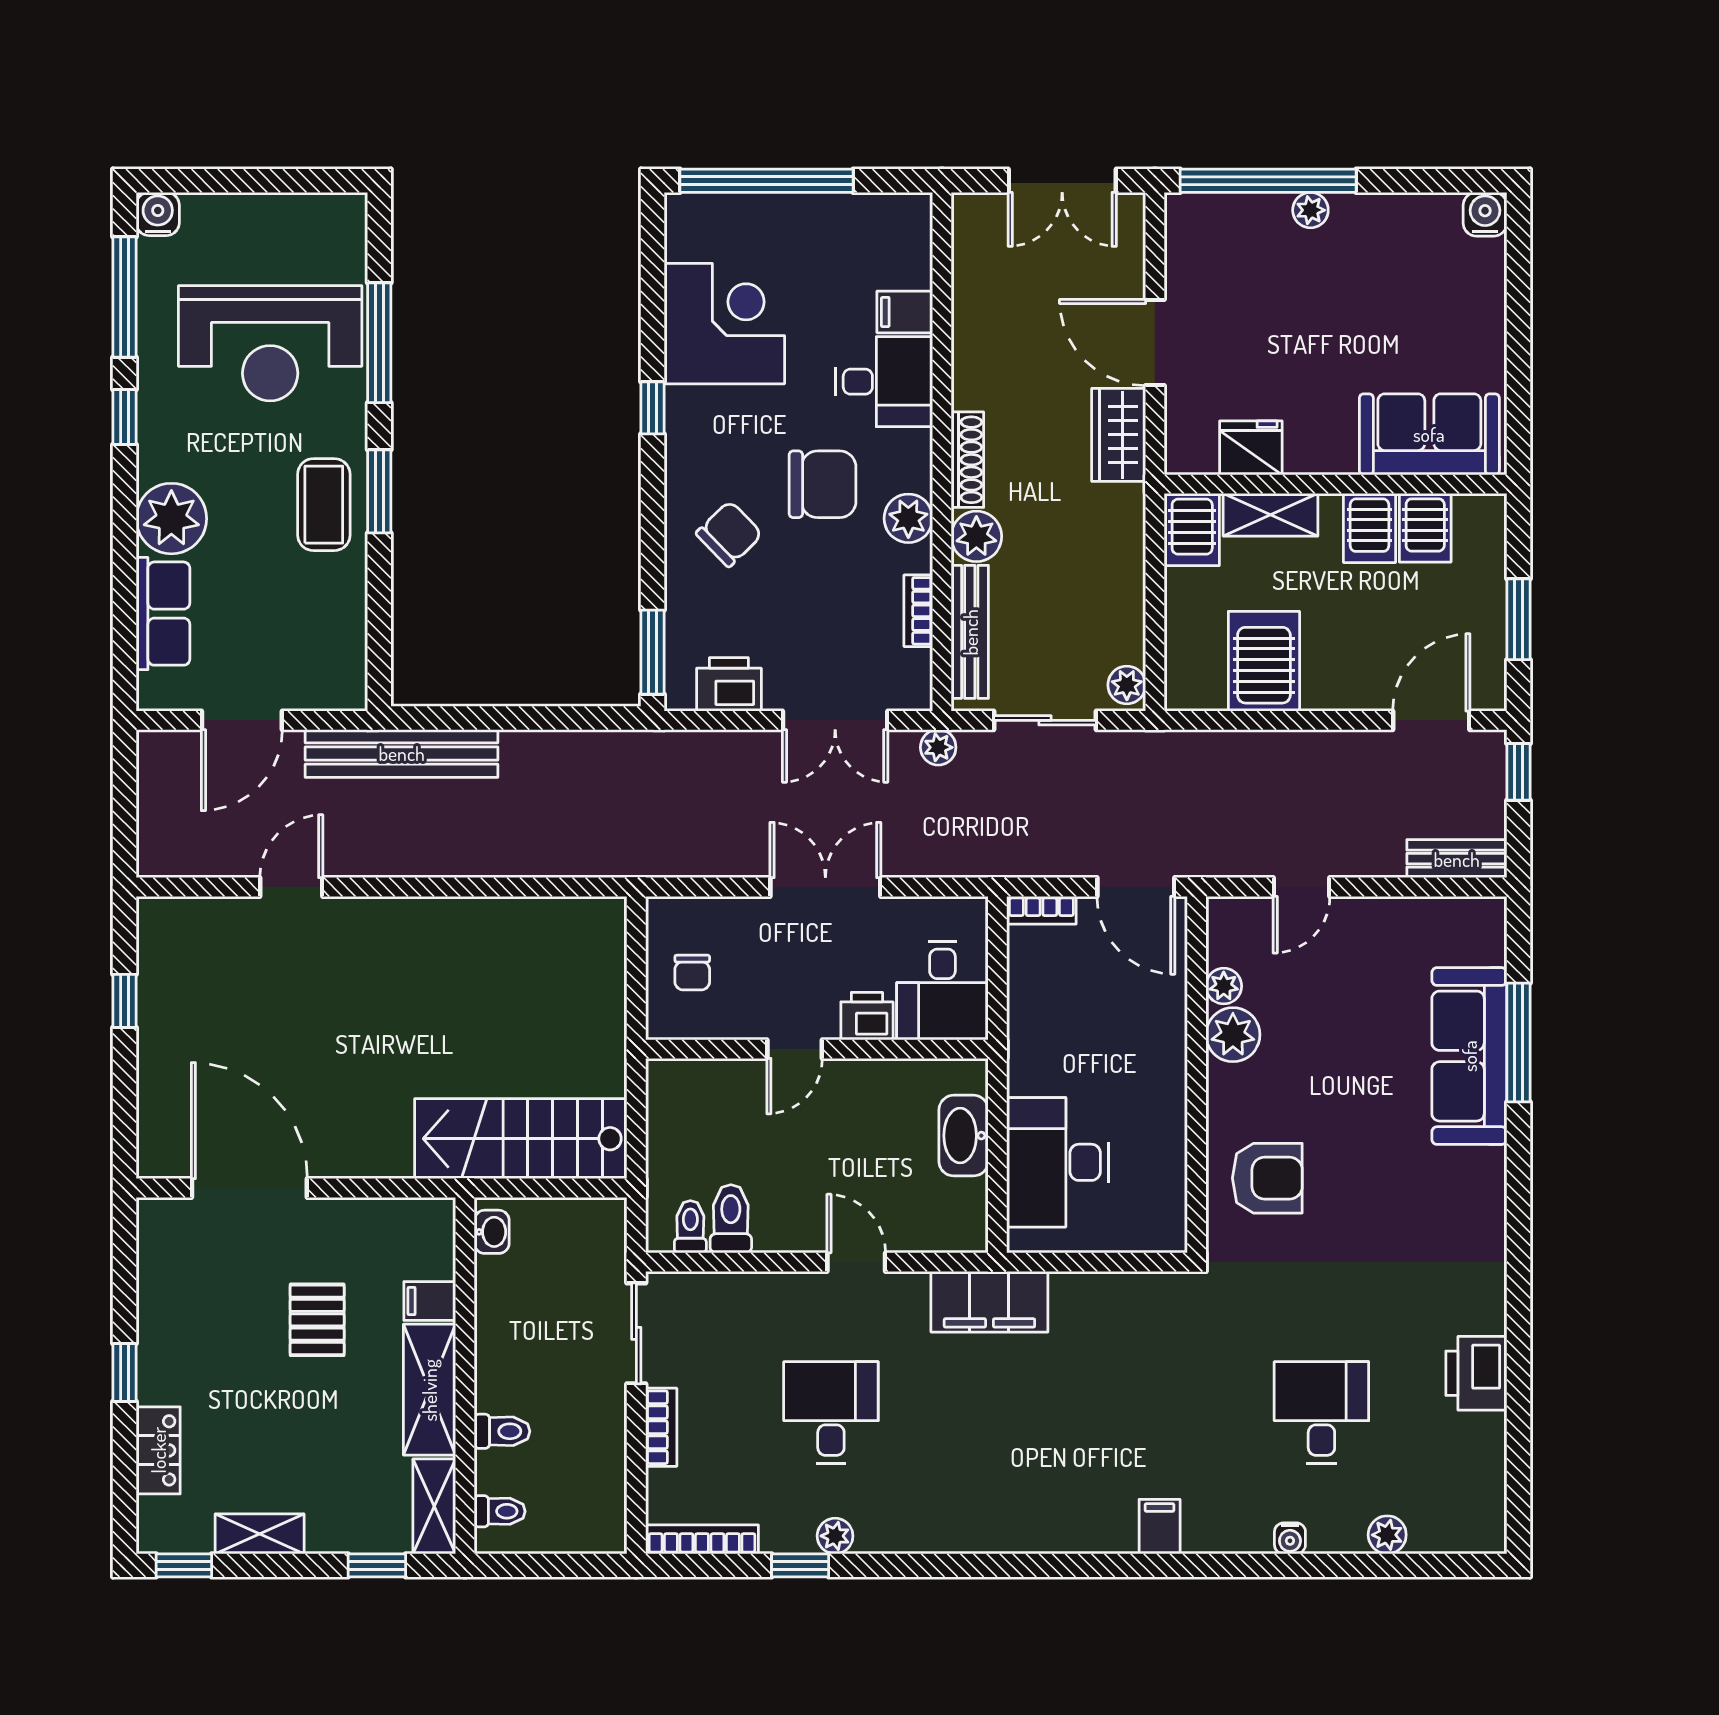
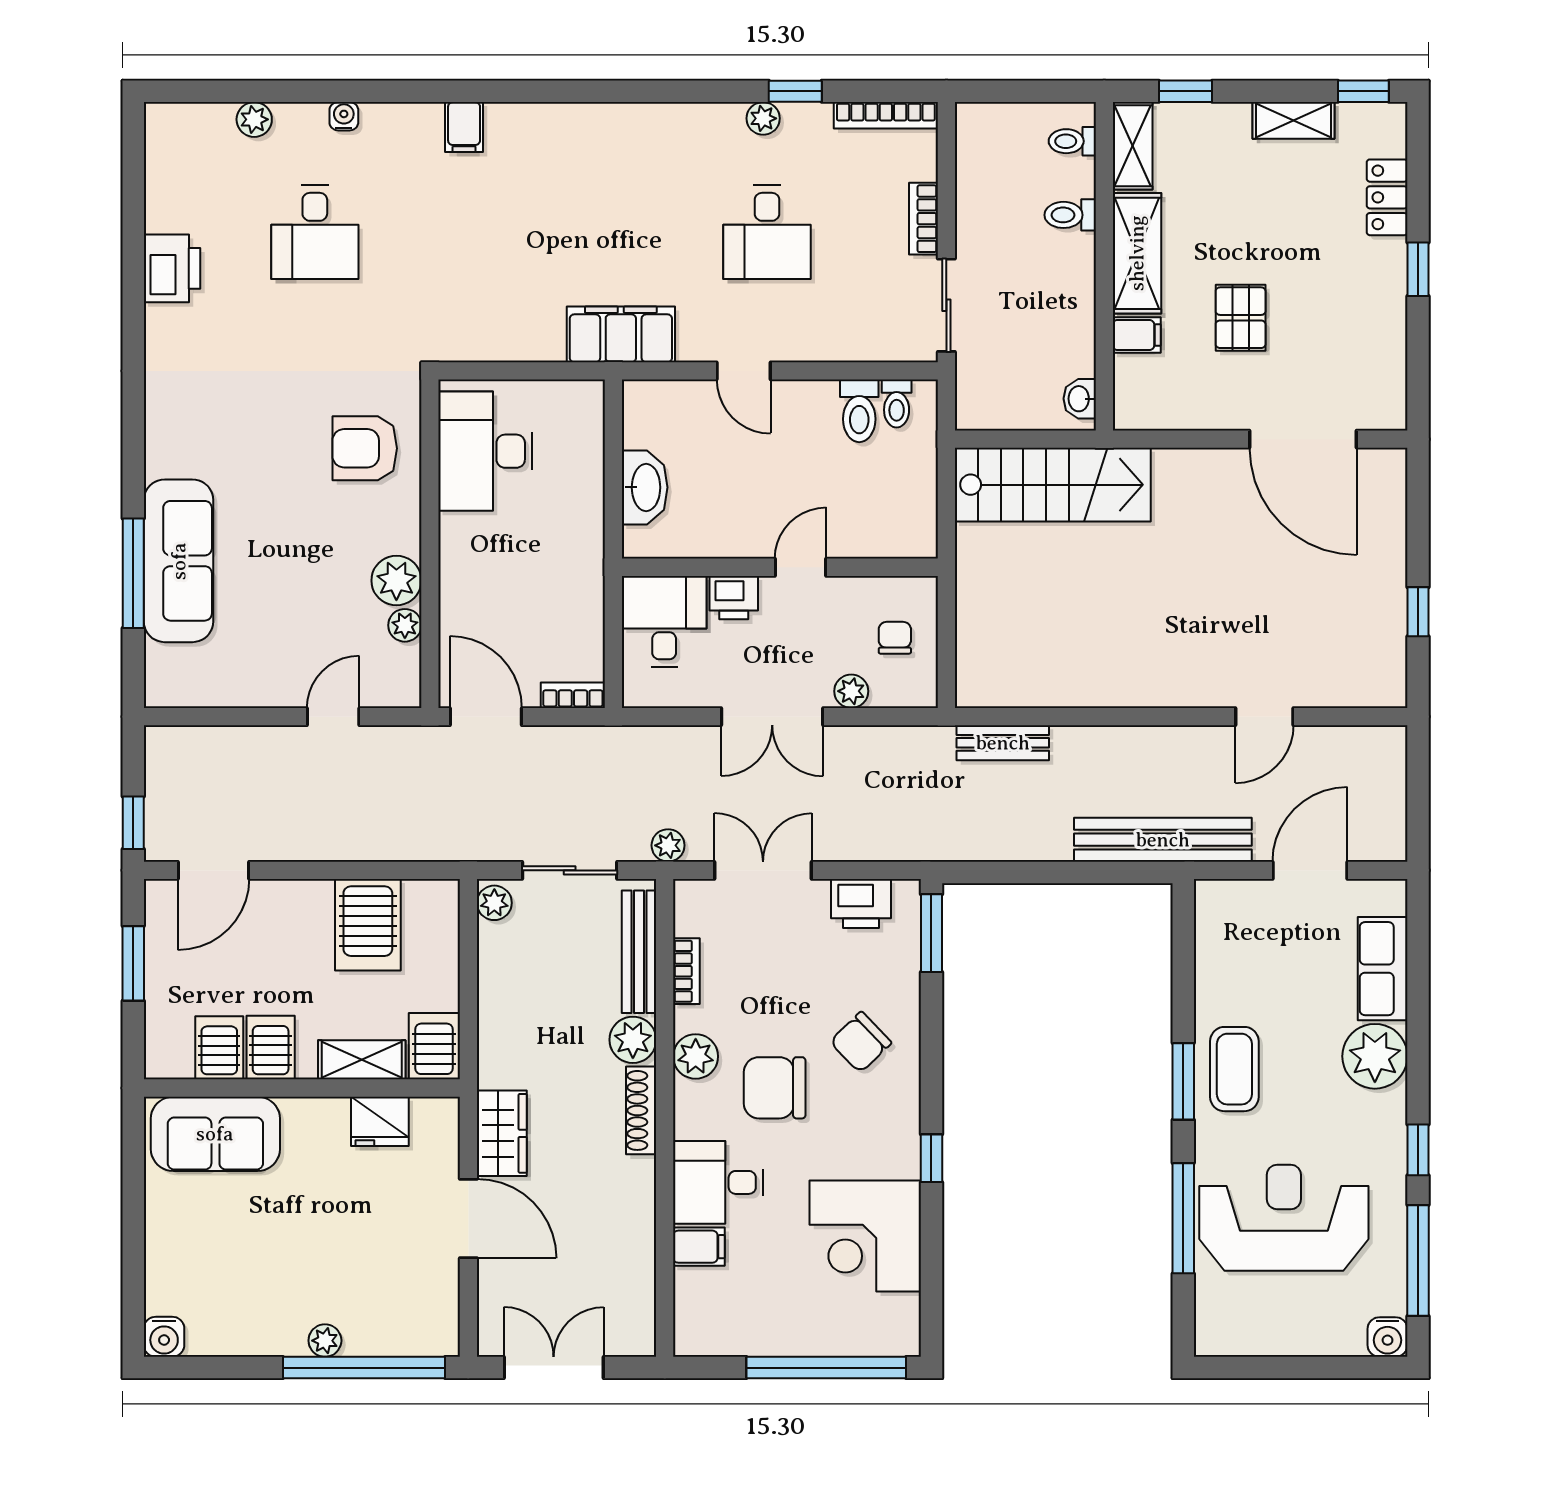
bench: (1457, 859) -> (1003, 743), moved
plant: (739, 915) -> (851, 691), added
desk: (1058, 1162) -> (485, 451), moved, turned 180

